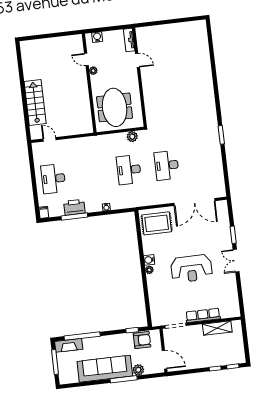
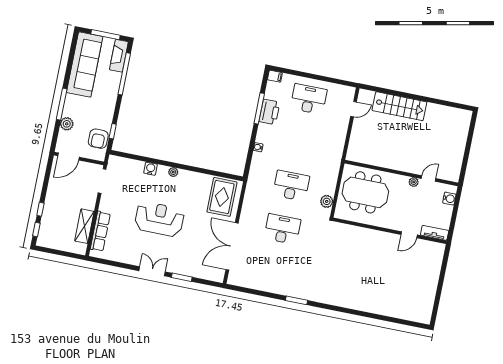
water cooler: (149, 260) -> (151, 169), moved
reception desk: (191, 269) -> (159, 219), turned 90
row of seats: (203, 315) -> (100, 231), moved
sofa: (105, 369) -> (85, 65), moved

